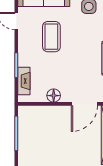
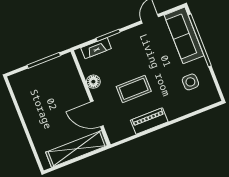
coffee table: (51, 37) -> (134, 89), moved

